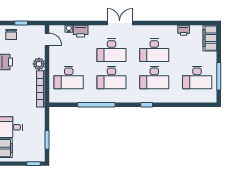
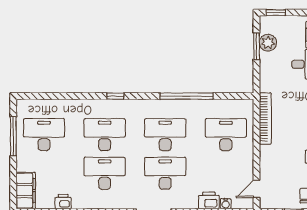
door: (47, 39) -> (257, 189), hinge flipped
plant: (39, 64) -> (268, 43), moved

